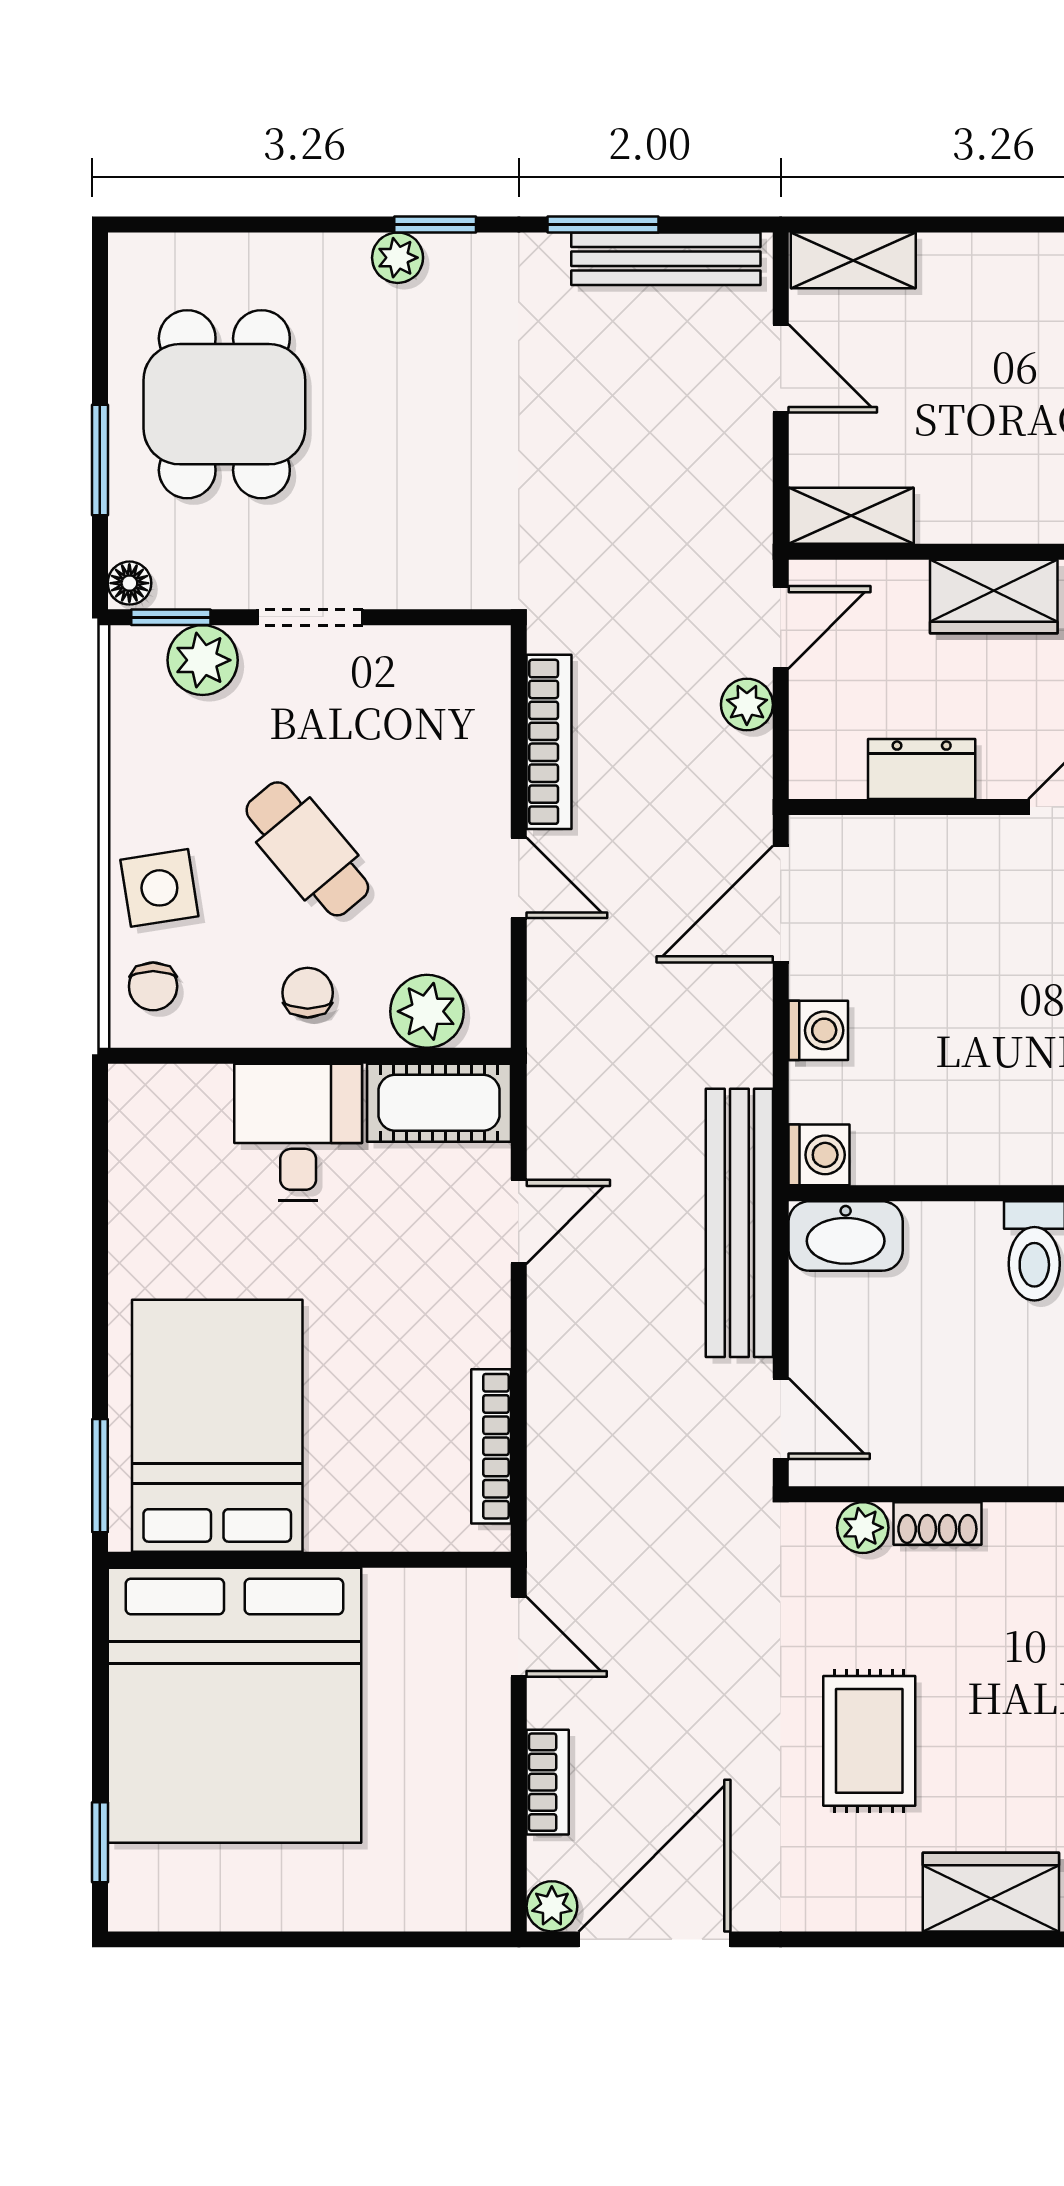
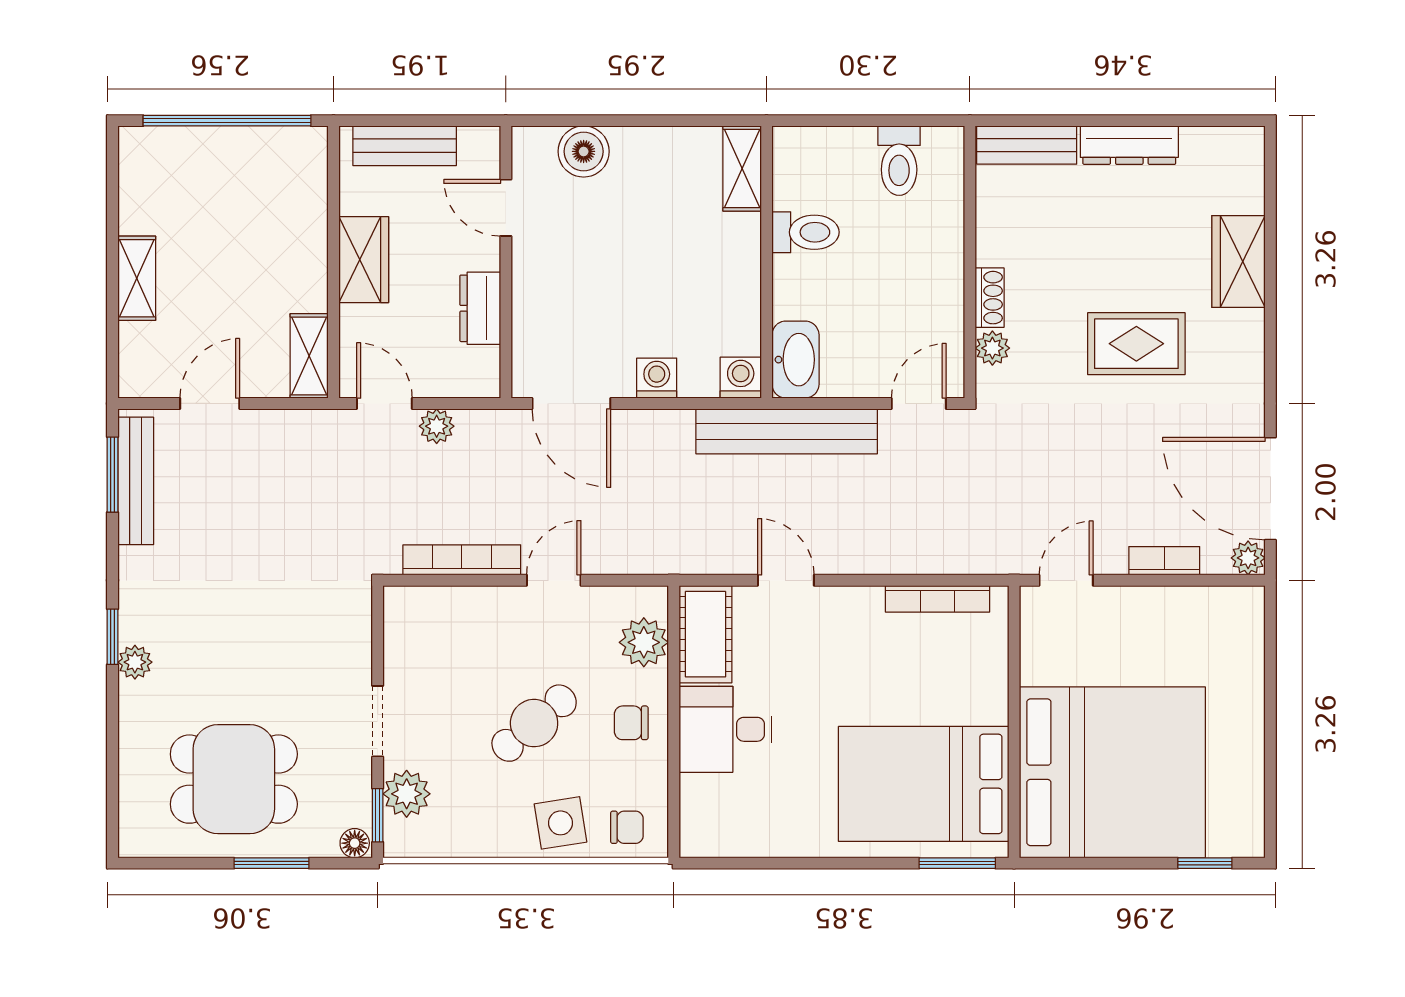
window: (603, 224) -> (112, 475), moved
shelving: (853, 260) -> (137, 278), moved

